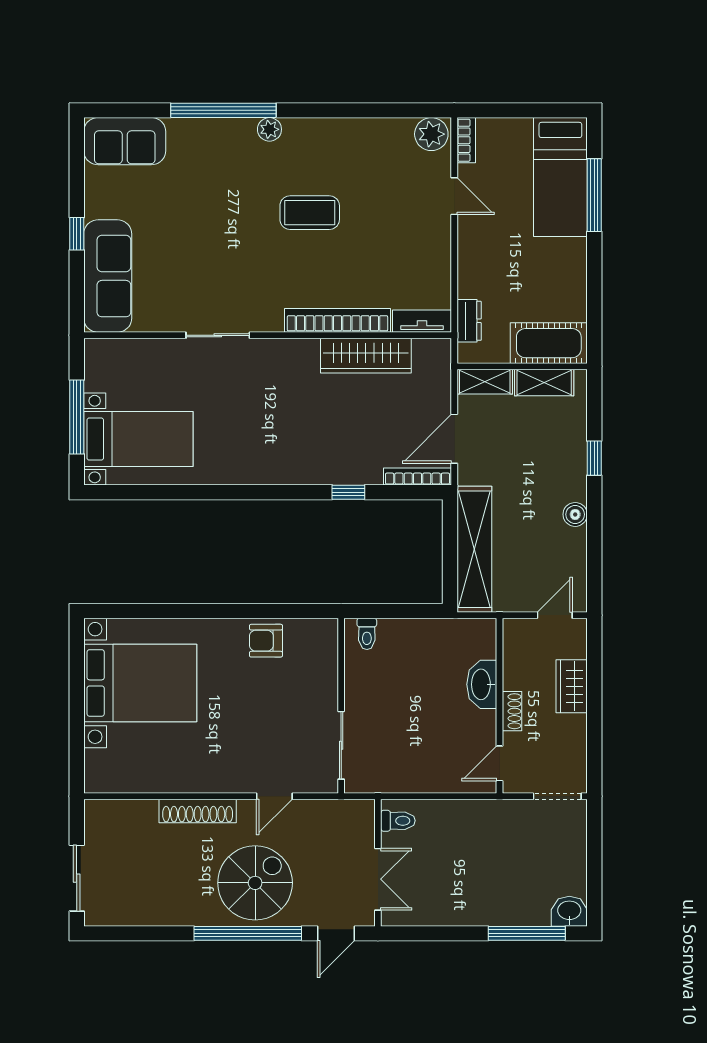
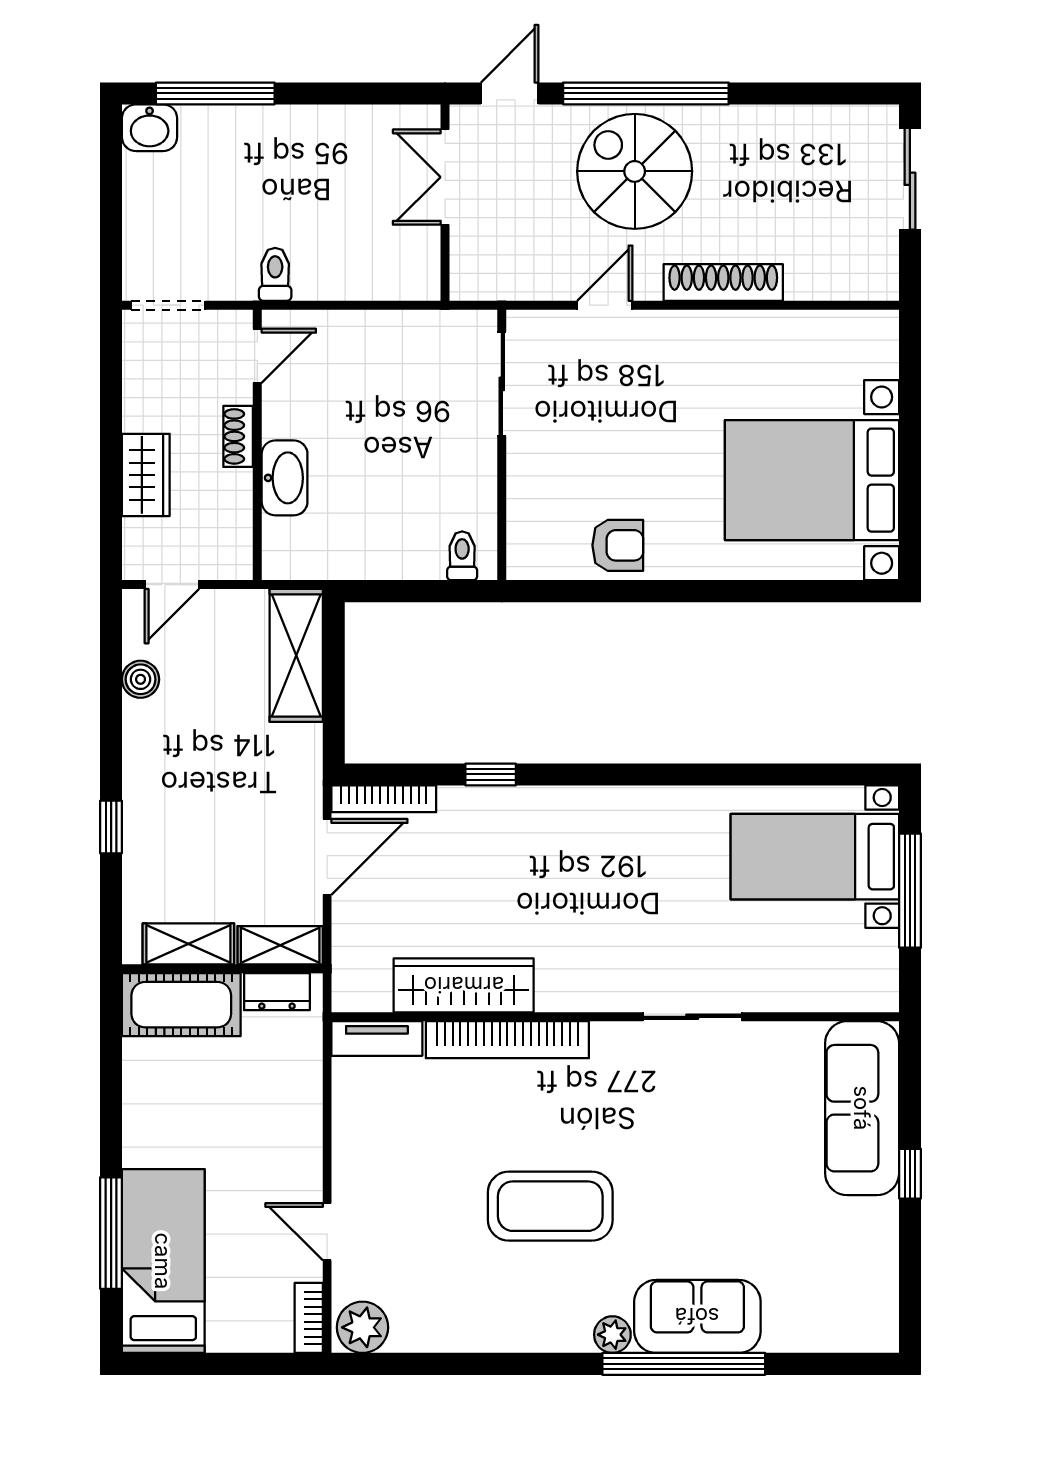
sofa: (125, 141) -> (697, 1316), moved
coffee table: (310, 213) -> (550, 1206), width x1.36, depth x1.32
dresser: (469, 321) -> (277, 992), moved, turned -90
boiler: (575, 514) -> (141, 679), moved
shelving: (474, 549) -> (296, 655), width x0.68
toilet: (398, 821) -> (275, 274), moved, turned 90
spiral stairs: (255, 883) -> (635, 171), turned 90

